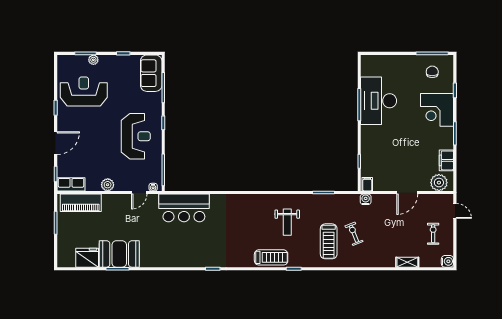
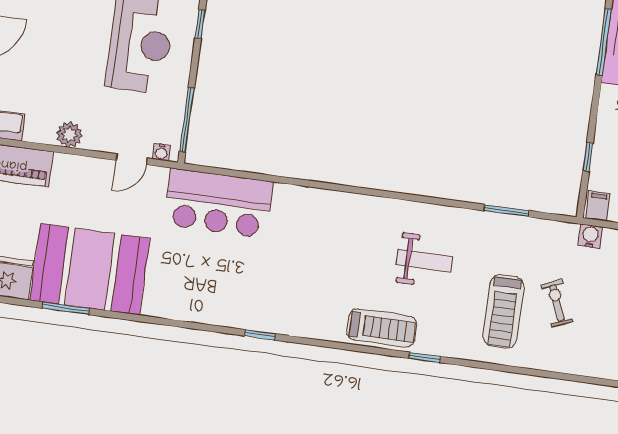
weight bench: (287, 222) -> (424, 261), turned -90
booth: (119, 254) -> (90, 269), width x1.36, depth x1.42

